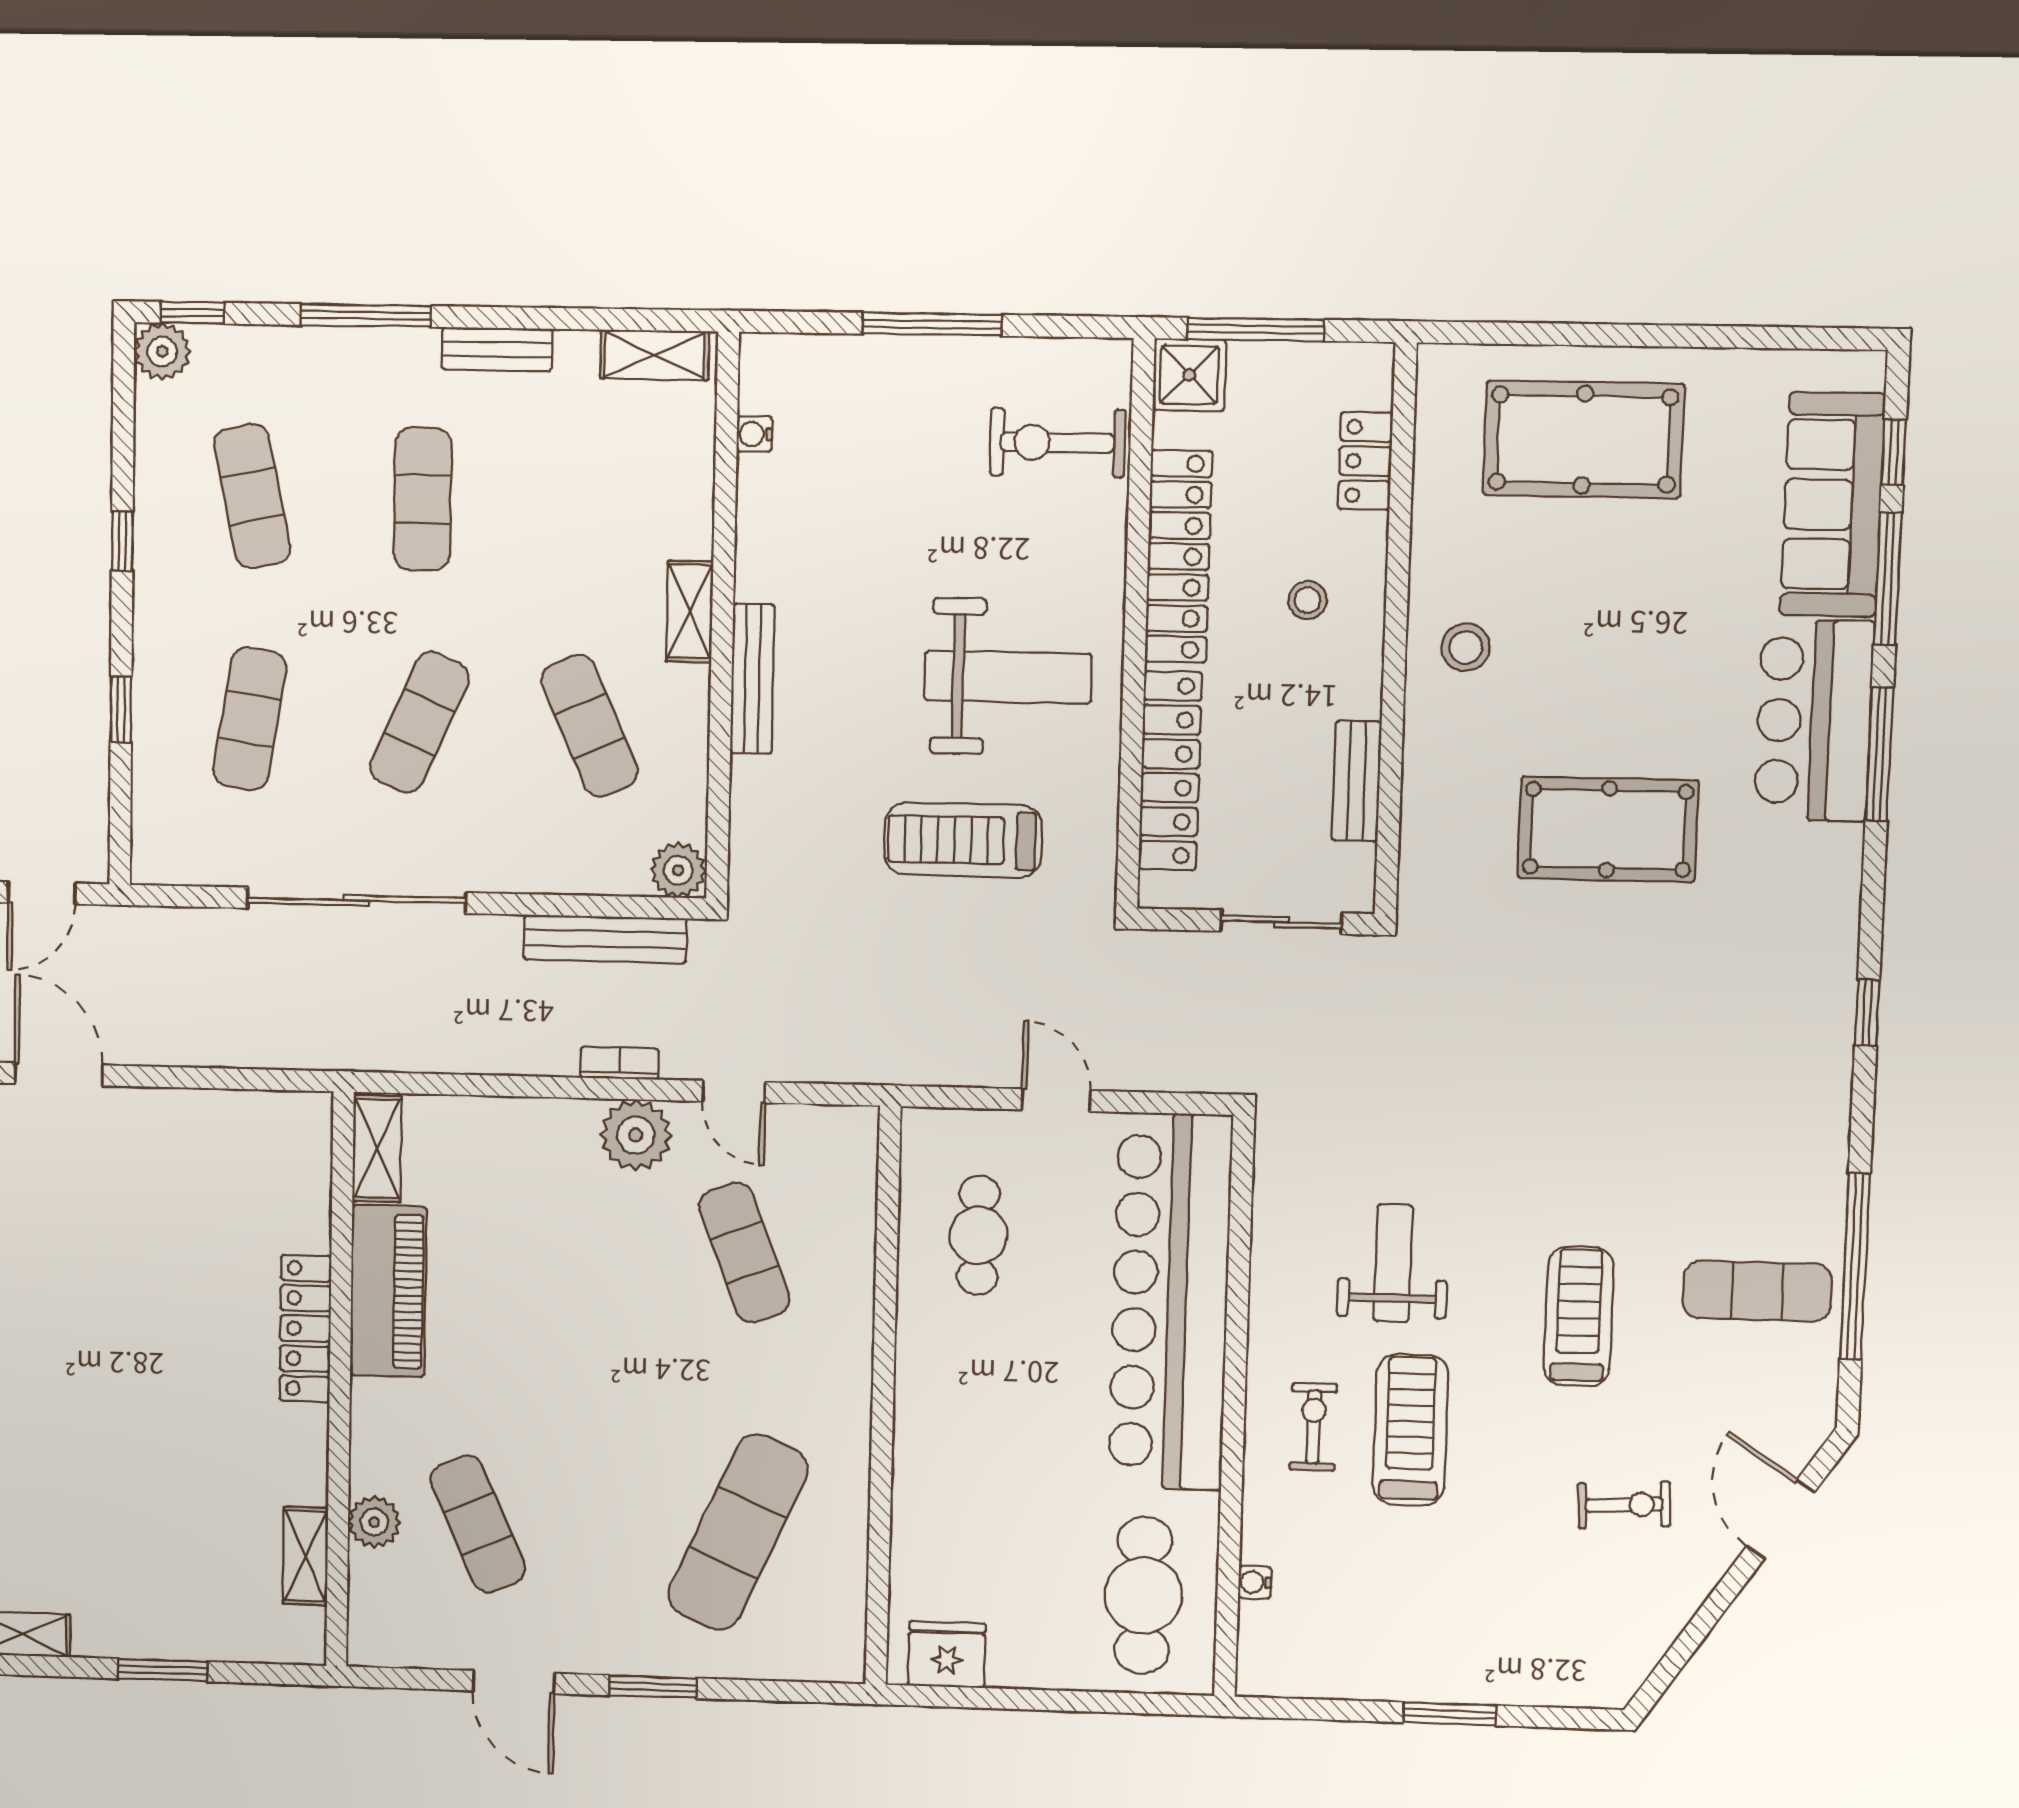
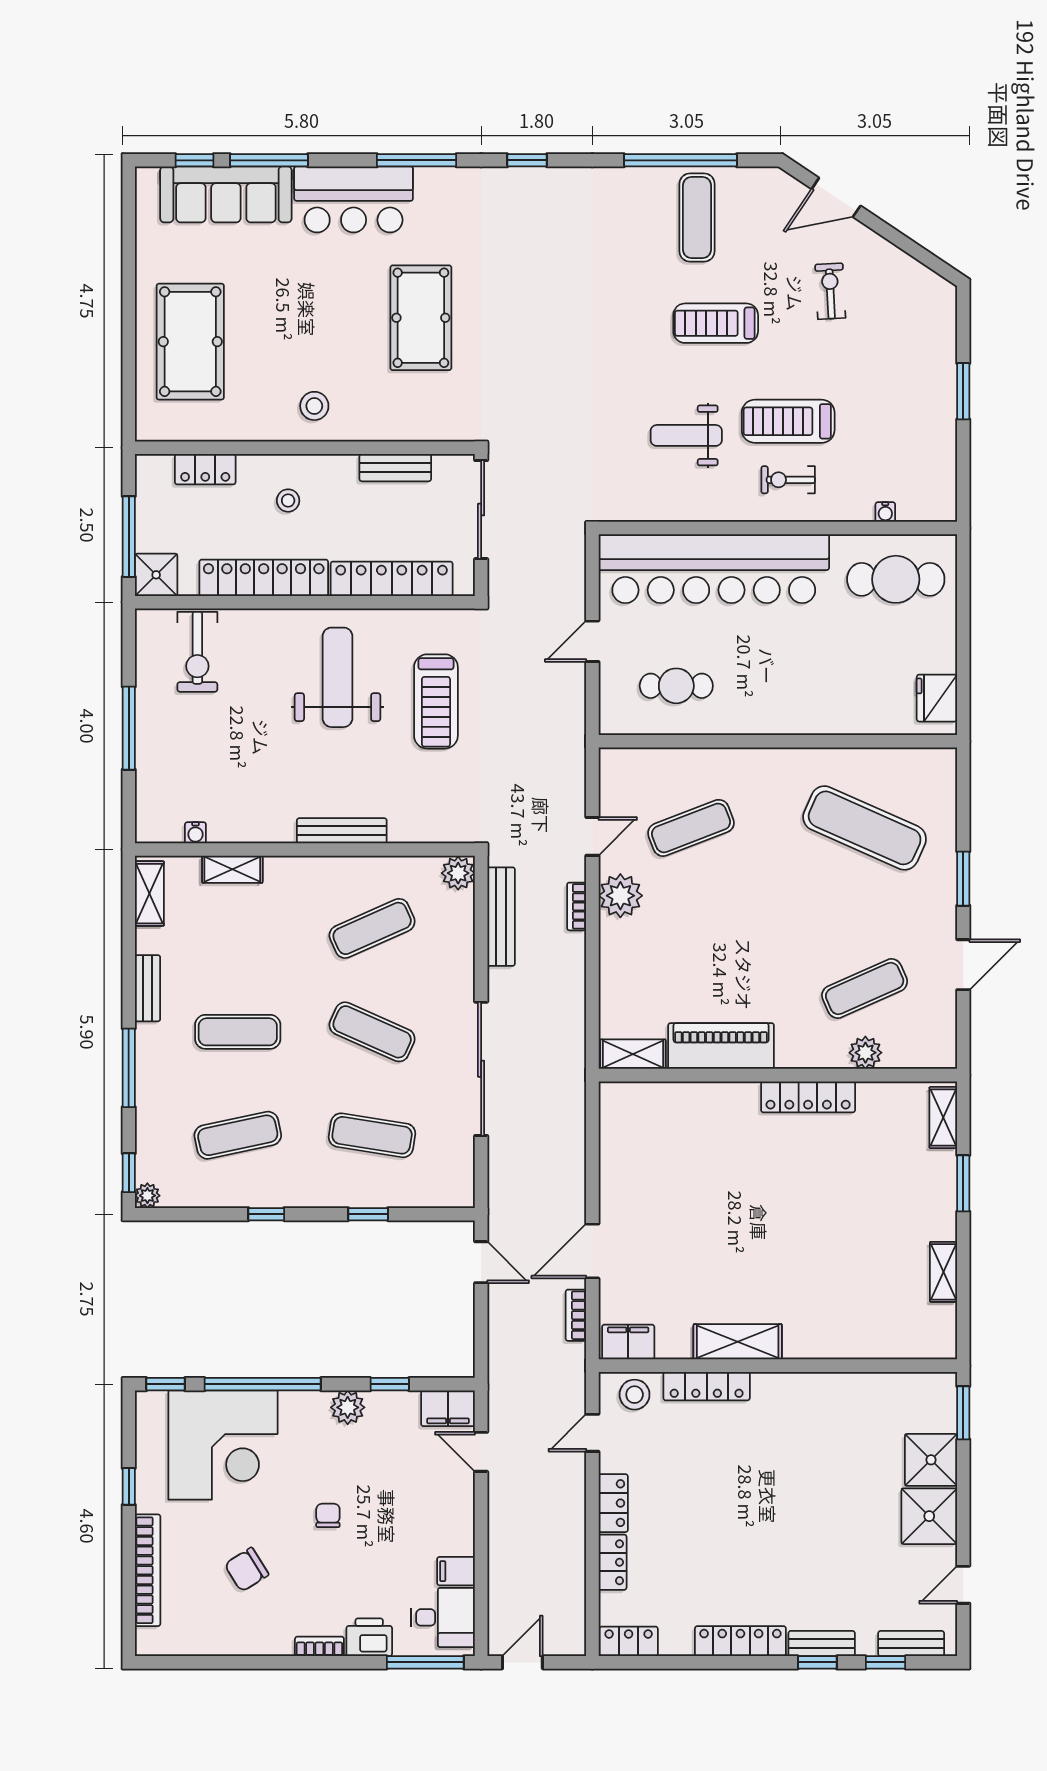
plant: (162, 351) -> (147, 1196), width x0.73, depth x0.73
shelving: (690, 611) -> (232, 869), moved
window: (1879, 754) -> (417, 160), moved
sliding door: (1281, 922) -> (481, 510), width x1.37
locker: (305, 1328) -> (808, 1097), moved
shelving: (306, 1556) -> (943, 1118), moved, turned 90

